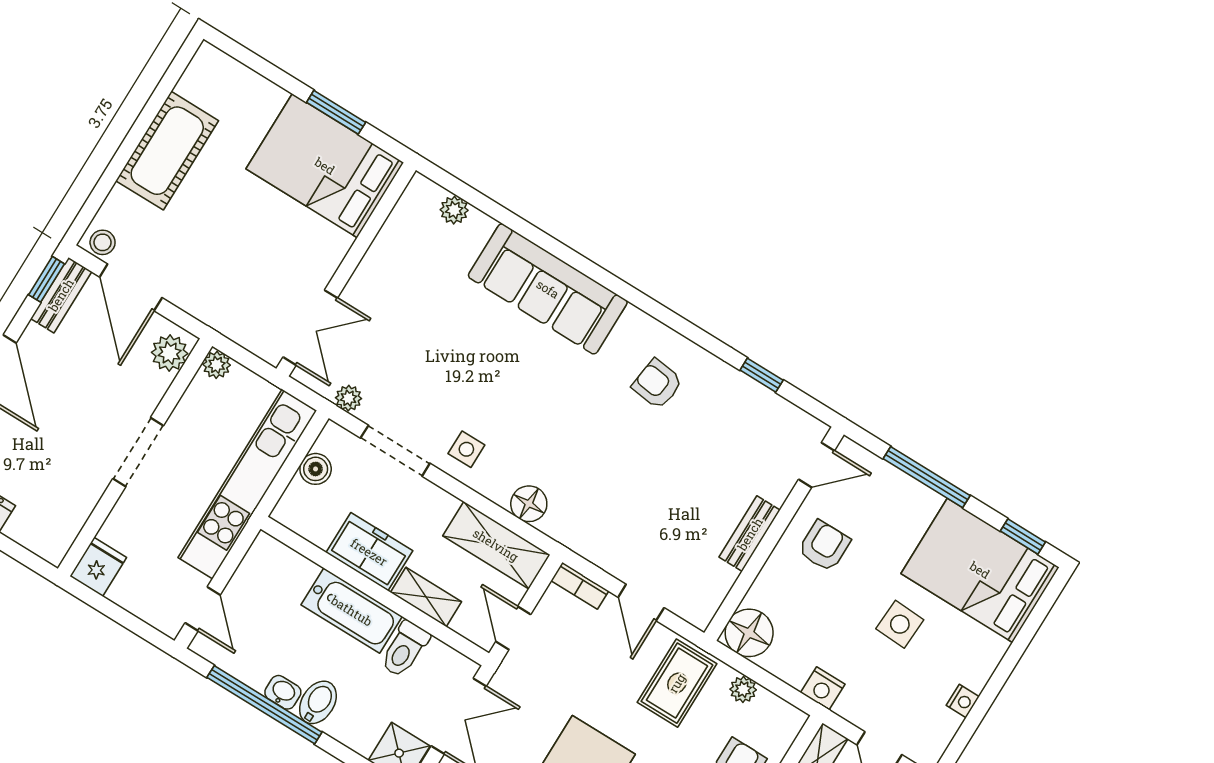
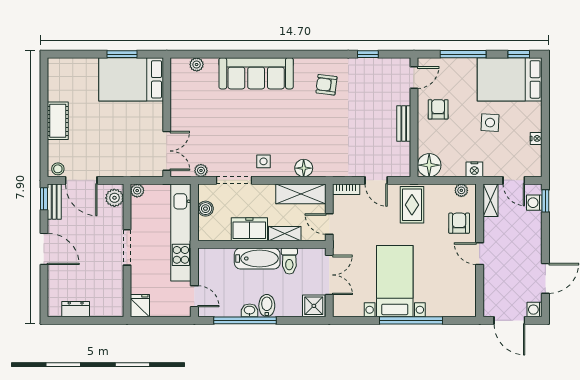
cot: (167, 151) -> (58, 121), width x0.73, depth x0.75
plant: (743, 689) -> (461, 190), moved

